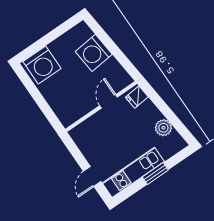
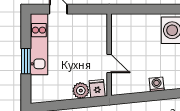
washing machine: (94, 53) -> (157, 84), width x0.53, depth x0.53
plant: (163, 128) -> (81, 91), moved

